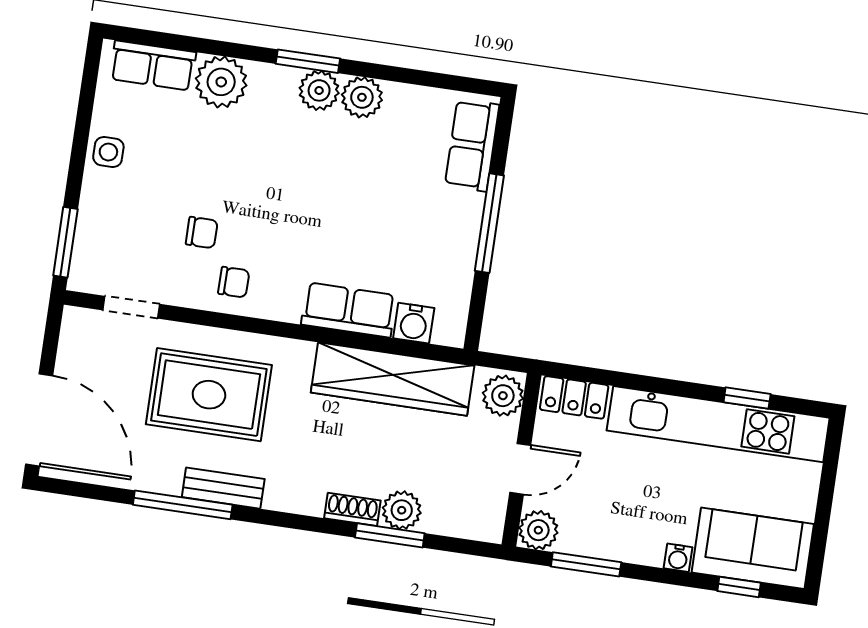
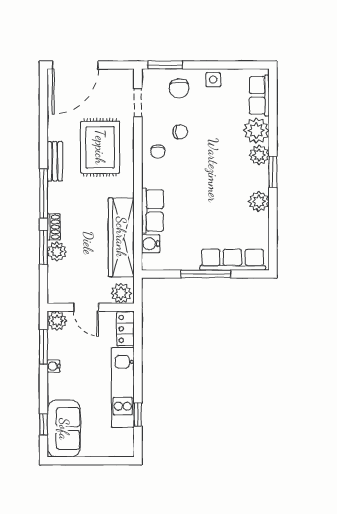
plant: (319, 90) -> (259, 155), moved
row of seats: (472, 145) -> (233, 260), width x1.48
chair: (115, 222) -> (179, 88), added
chair: (202, 233) -> (180, 132), turned -96
kitchen unit: (718, 424) -> (123, 388), width x0.73
window: (183, 505) -> (44, 194), moved
water cooler: (678, 558) -> (54, 366), moved

